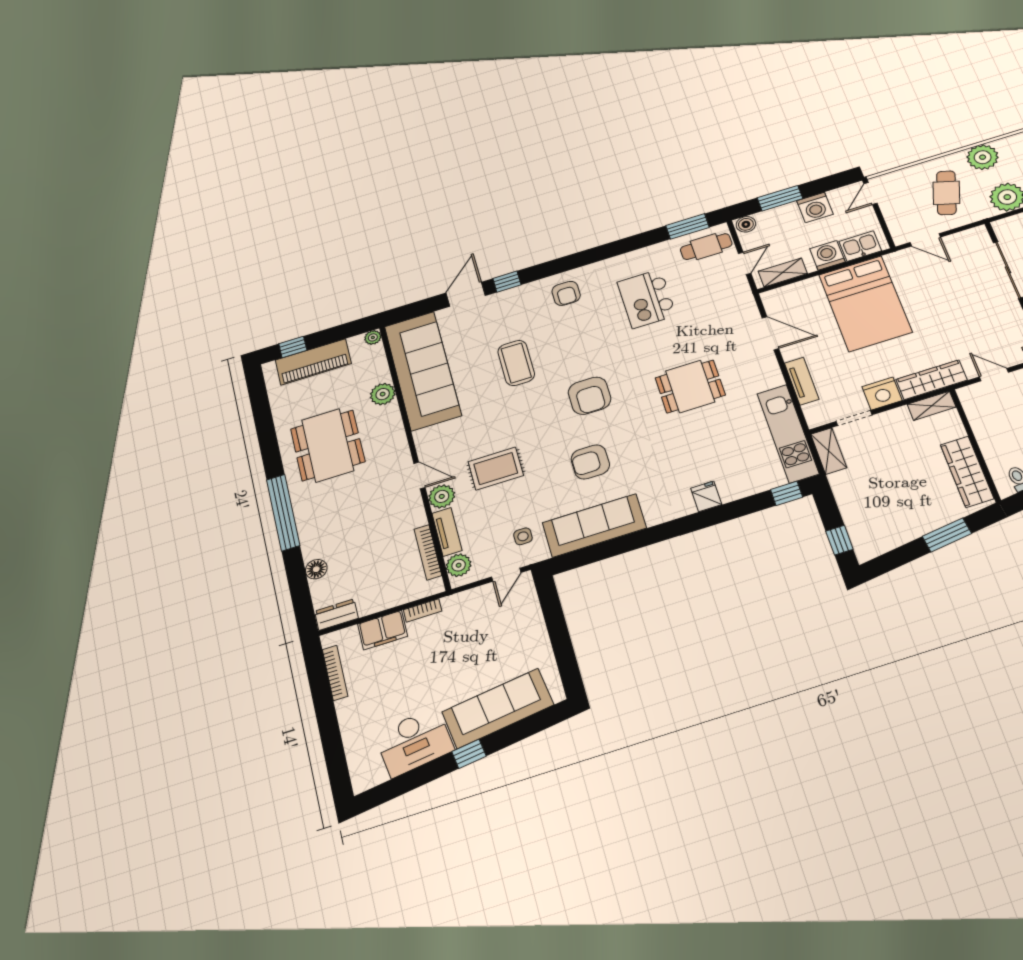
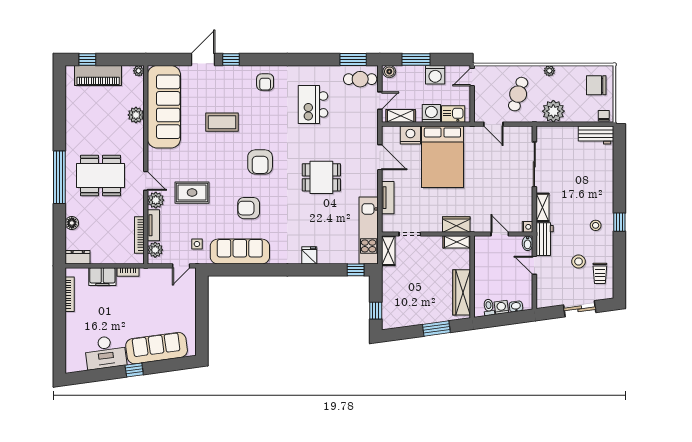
plant: (983, 157) -> (549, 71), width x0.53, depth x0.53
coffee table: (516, 363) -> (222, 122), turned 90
wardrobe: (932, 380) -> (456, 224), width x0.67
nightstand: (882, 393) -> (410, 135), moved, turned 180
dining table: (328, 445) -> (100, 176), moved, turned 90

